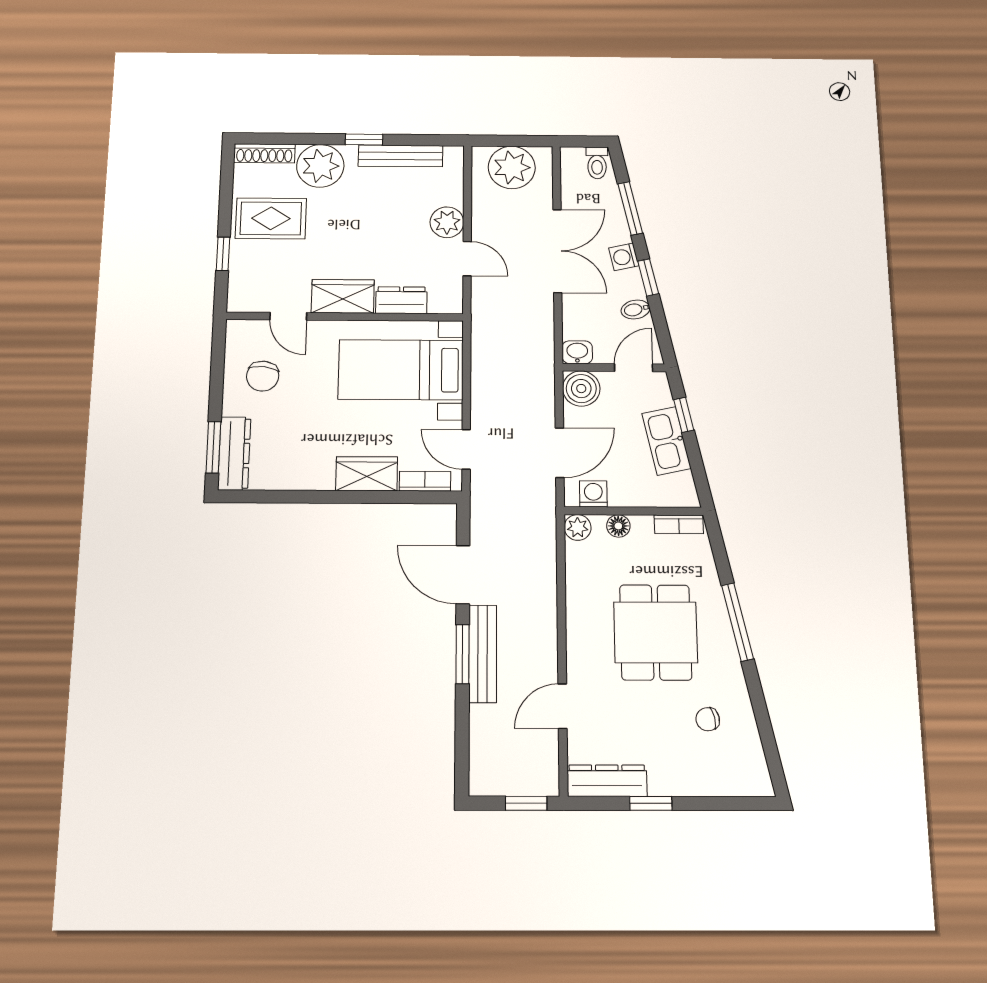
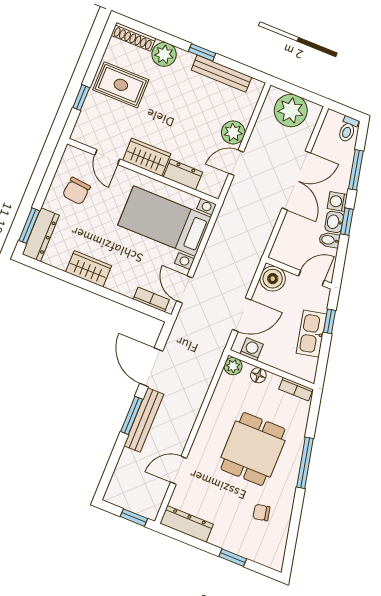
plant: (320, 166) -> (164, 54), width x0.73, depth x0.73
door: (467, 259) -> (236, 163), swing flipped
washbasin: (577, 352) -> (334, 222), moved, turned -102
wardrobe: (367, 474) -> (89, 269), moved
window: (651, 803) -> (233, 558), moved

